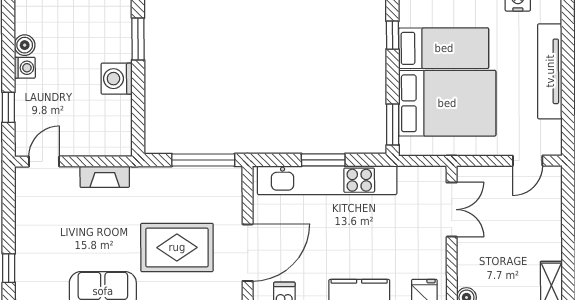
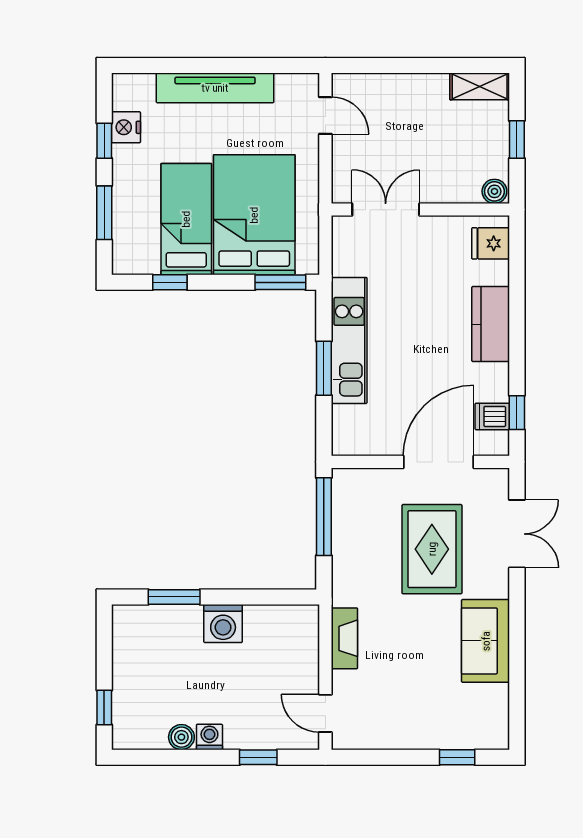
kitchen unit: (327, 180) -> (349, 340), width x0.73
door: (248, 253) -> (439, 462), hinge flipped

